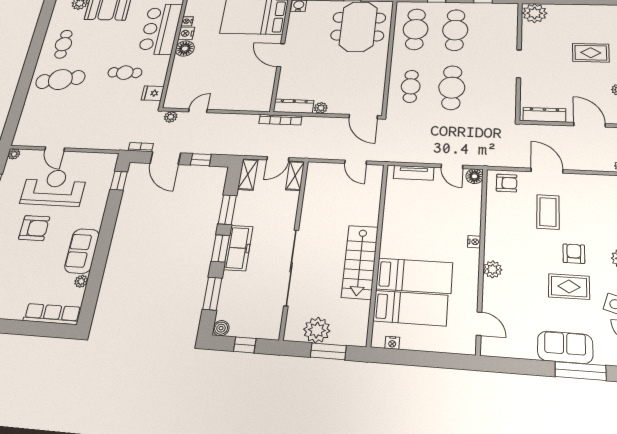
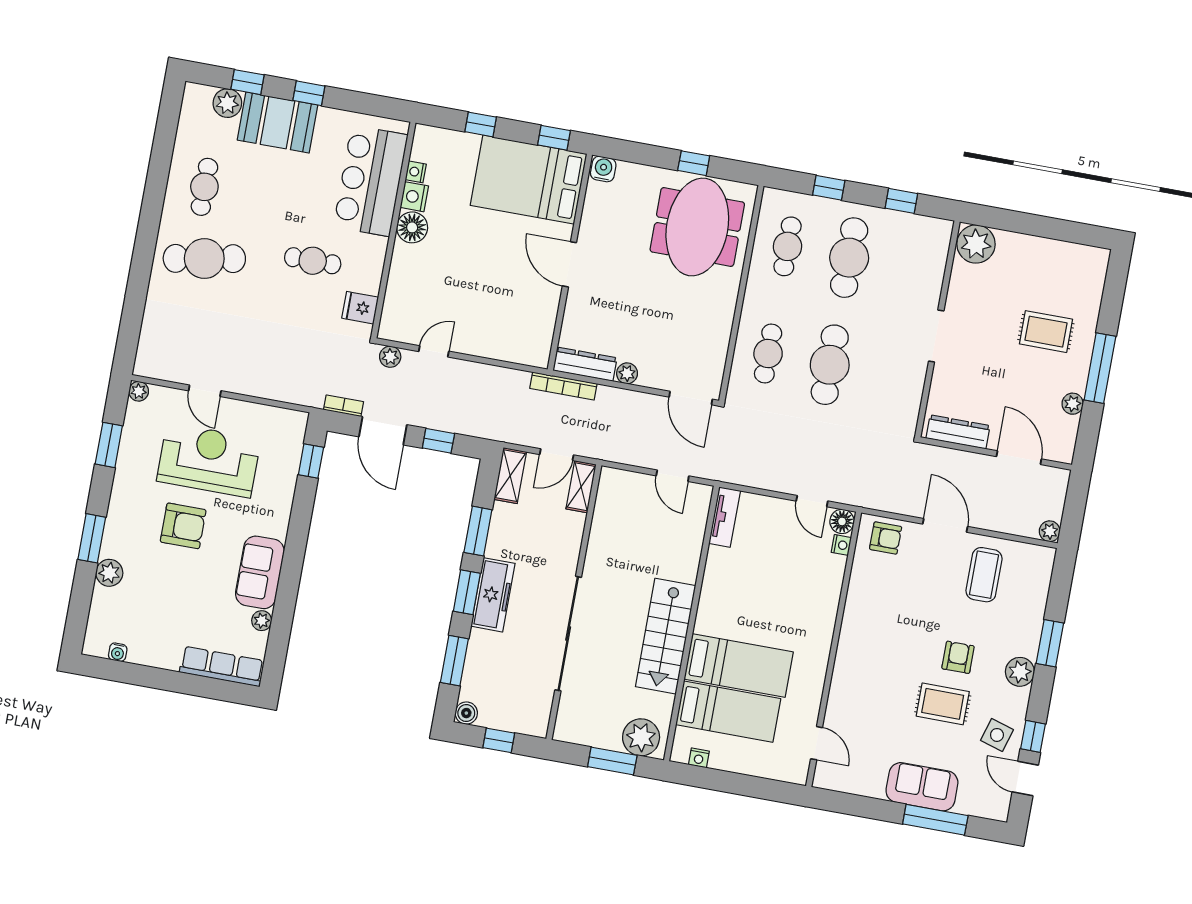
cafe table: (416, 29) -> (788, 246), width x0.73, depth x0.74
tv unit: (414, 173) -> (725, 517), moved, turned -90
coffee table: (548, 212) -> (984, 575), moved
nightstand: (474, 242) -> (841, 545), moved
plant: (493, 269) -> (846, 668), removed
plant: (317, 330) -> (641, 737), moved

